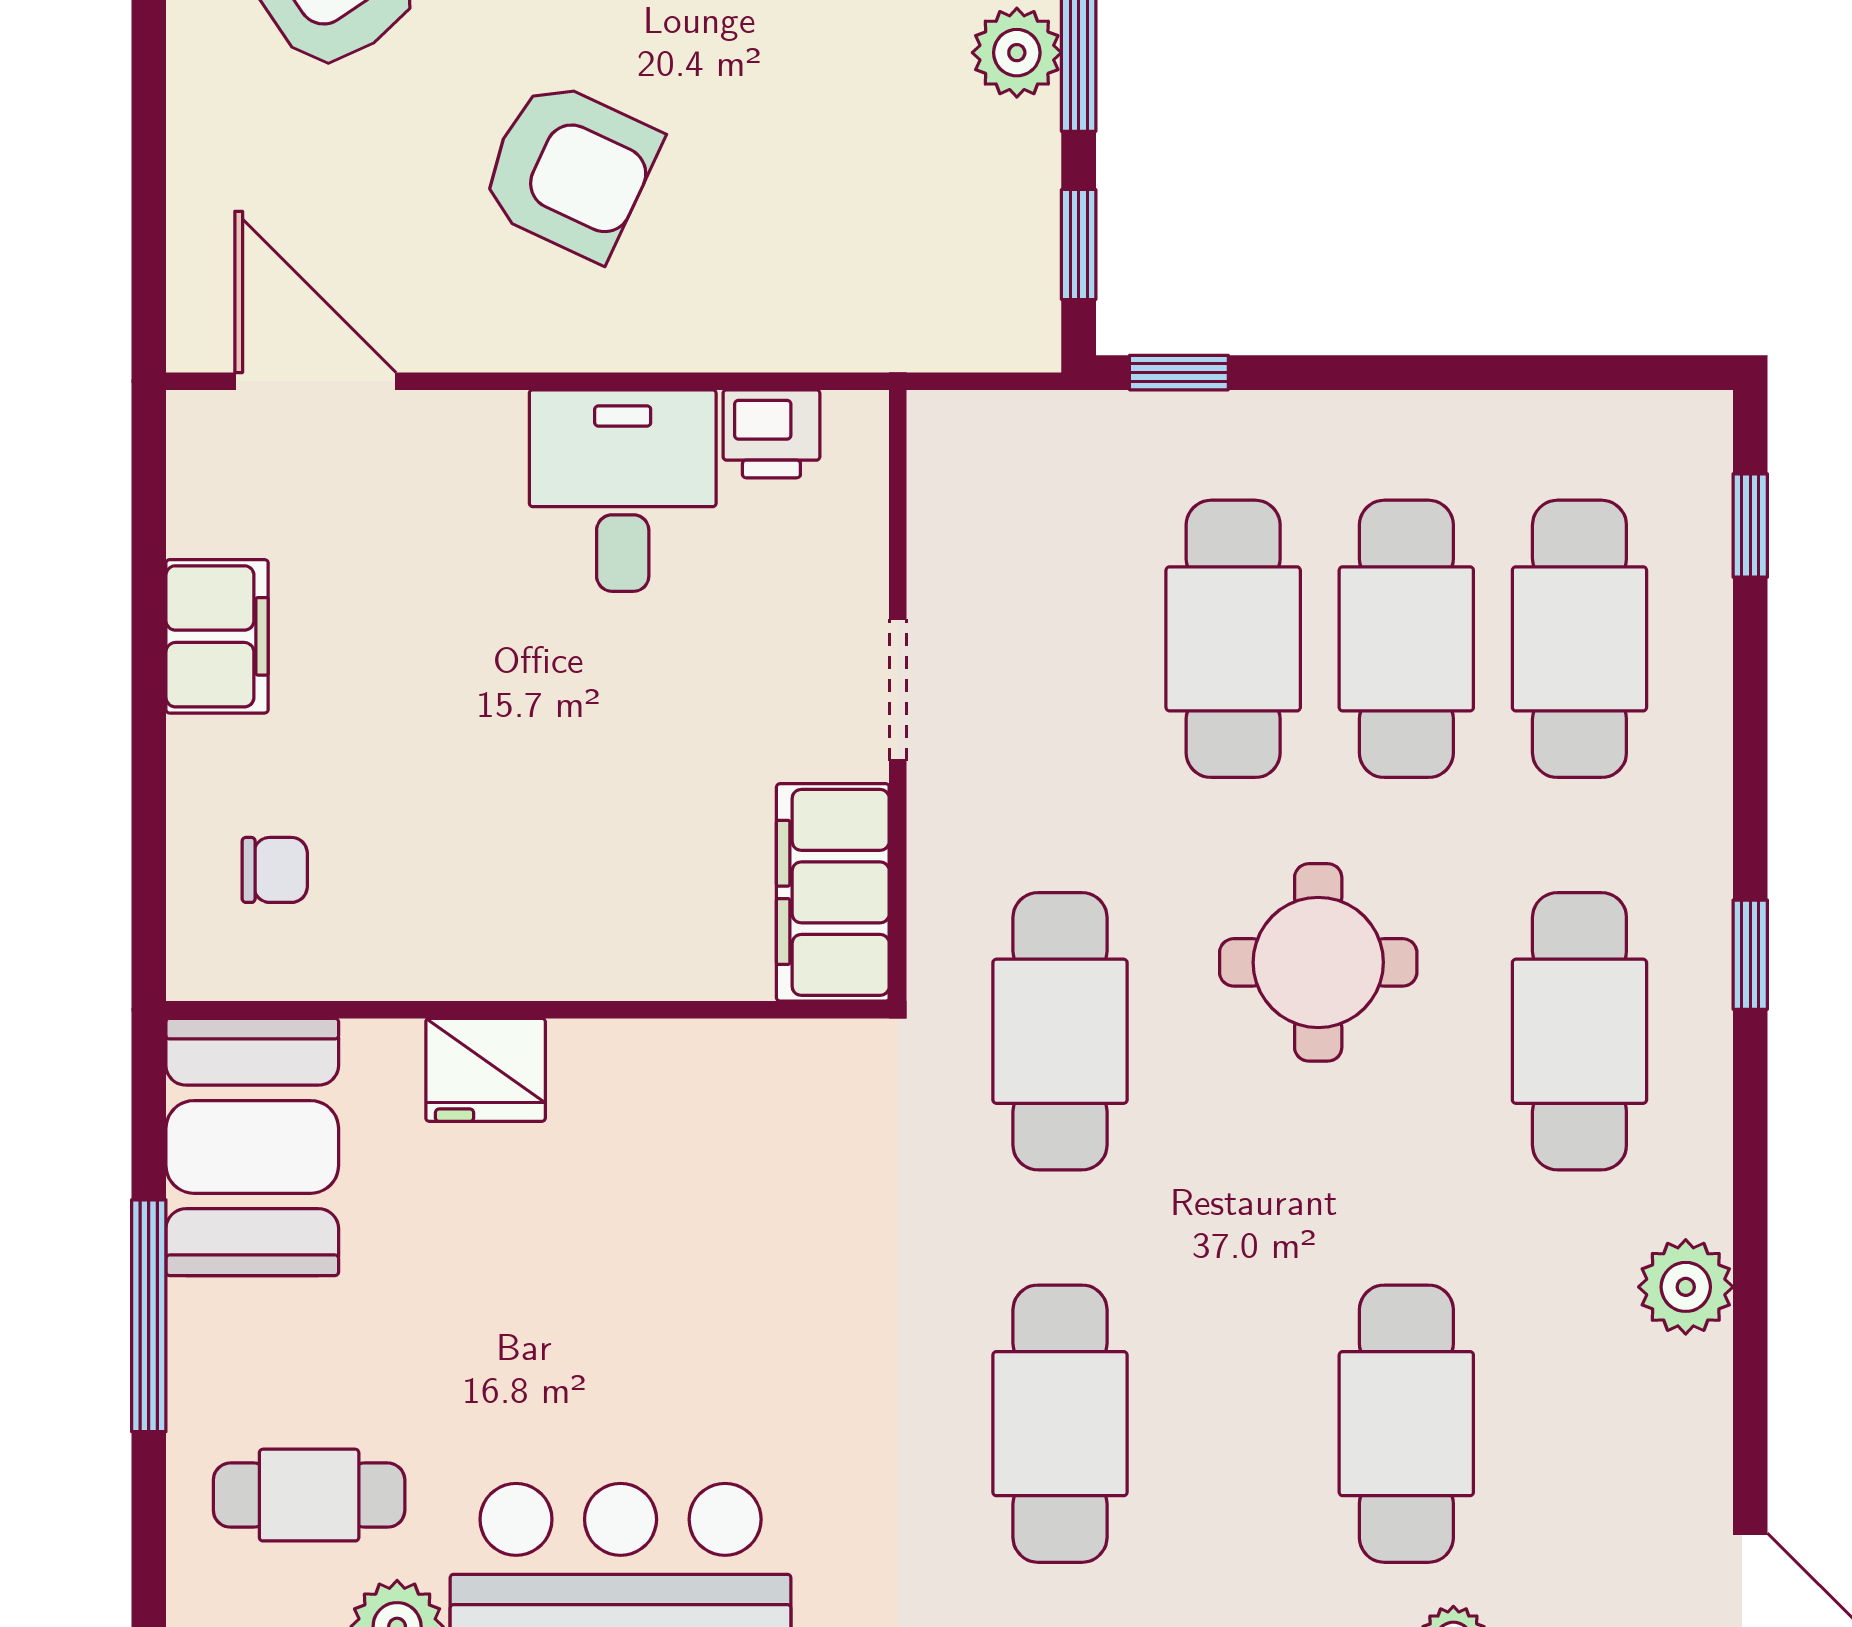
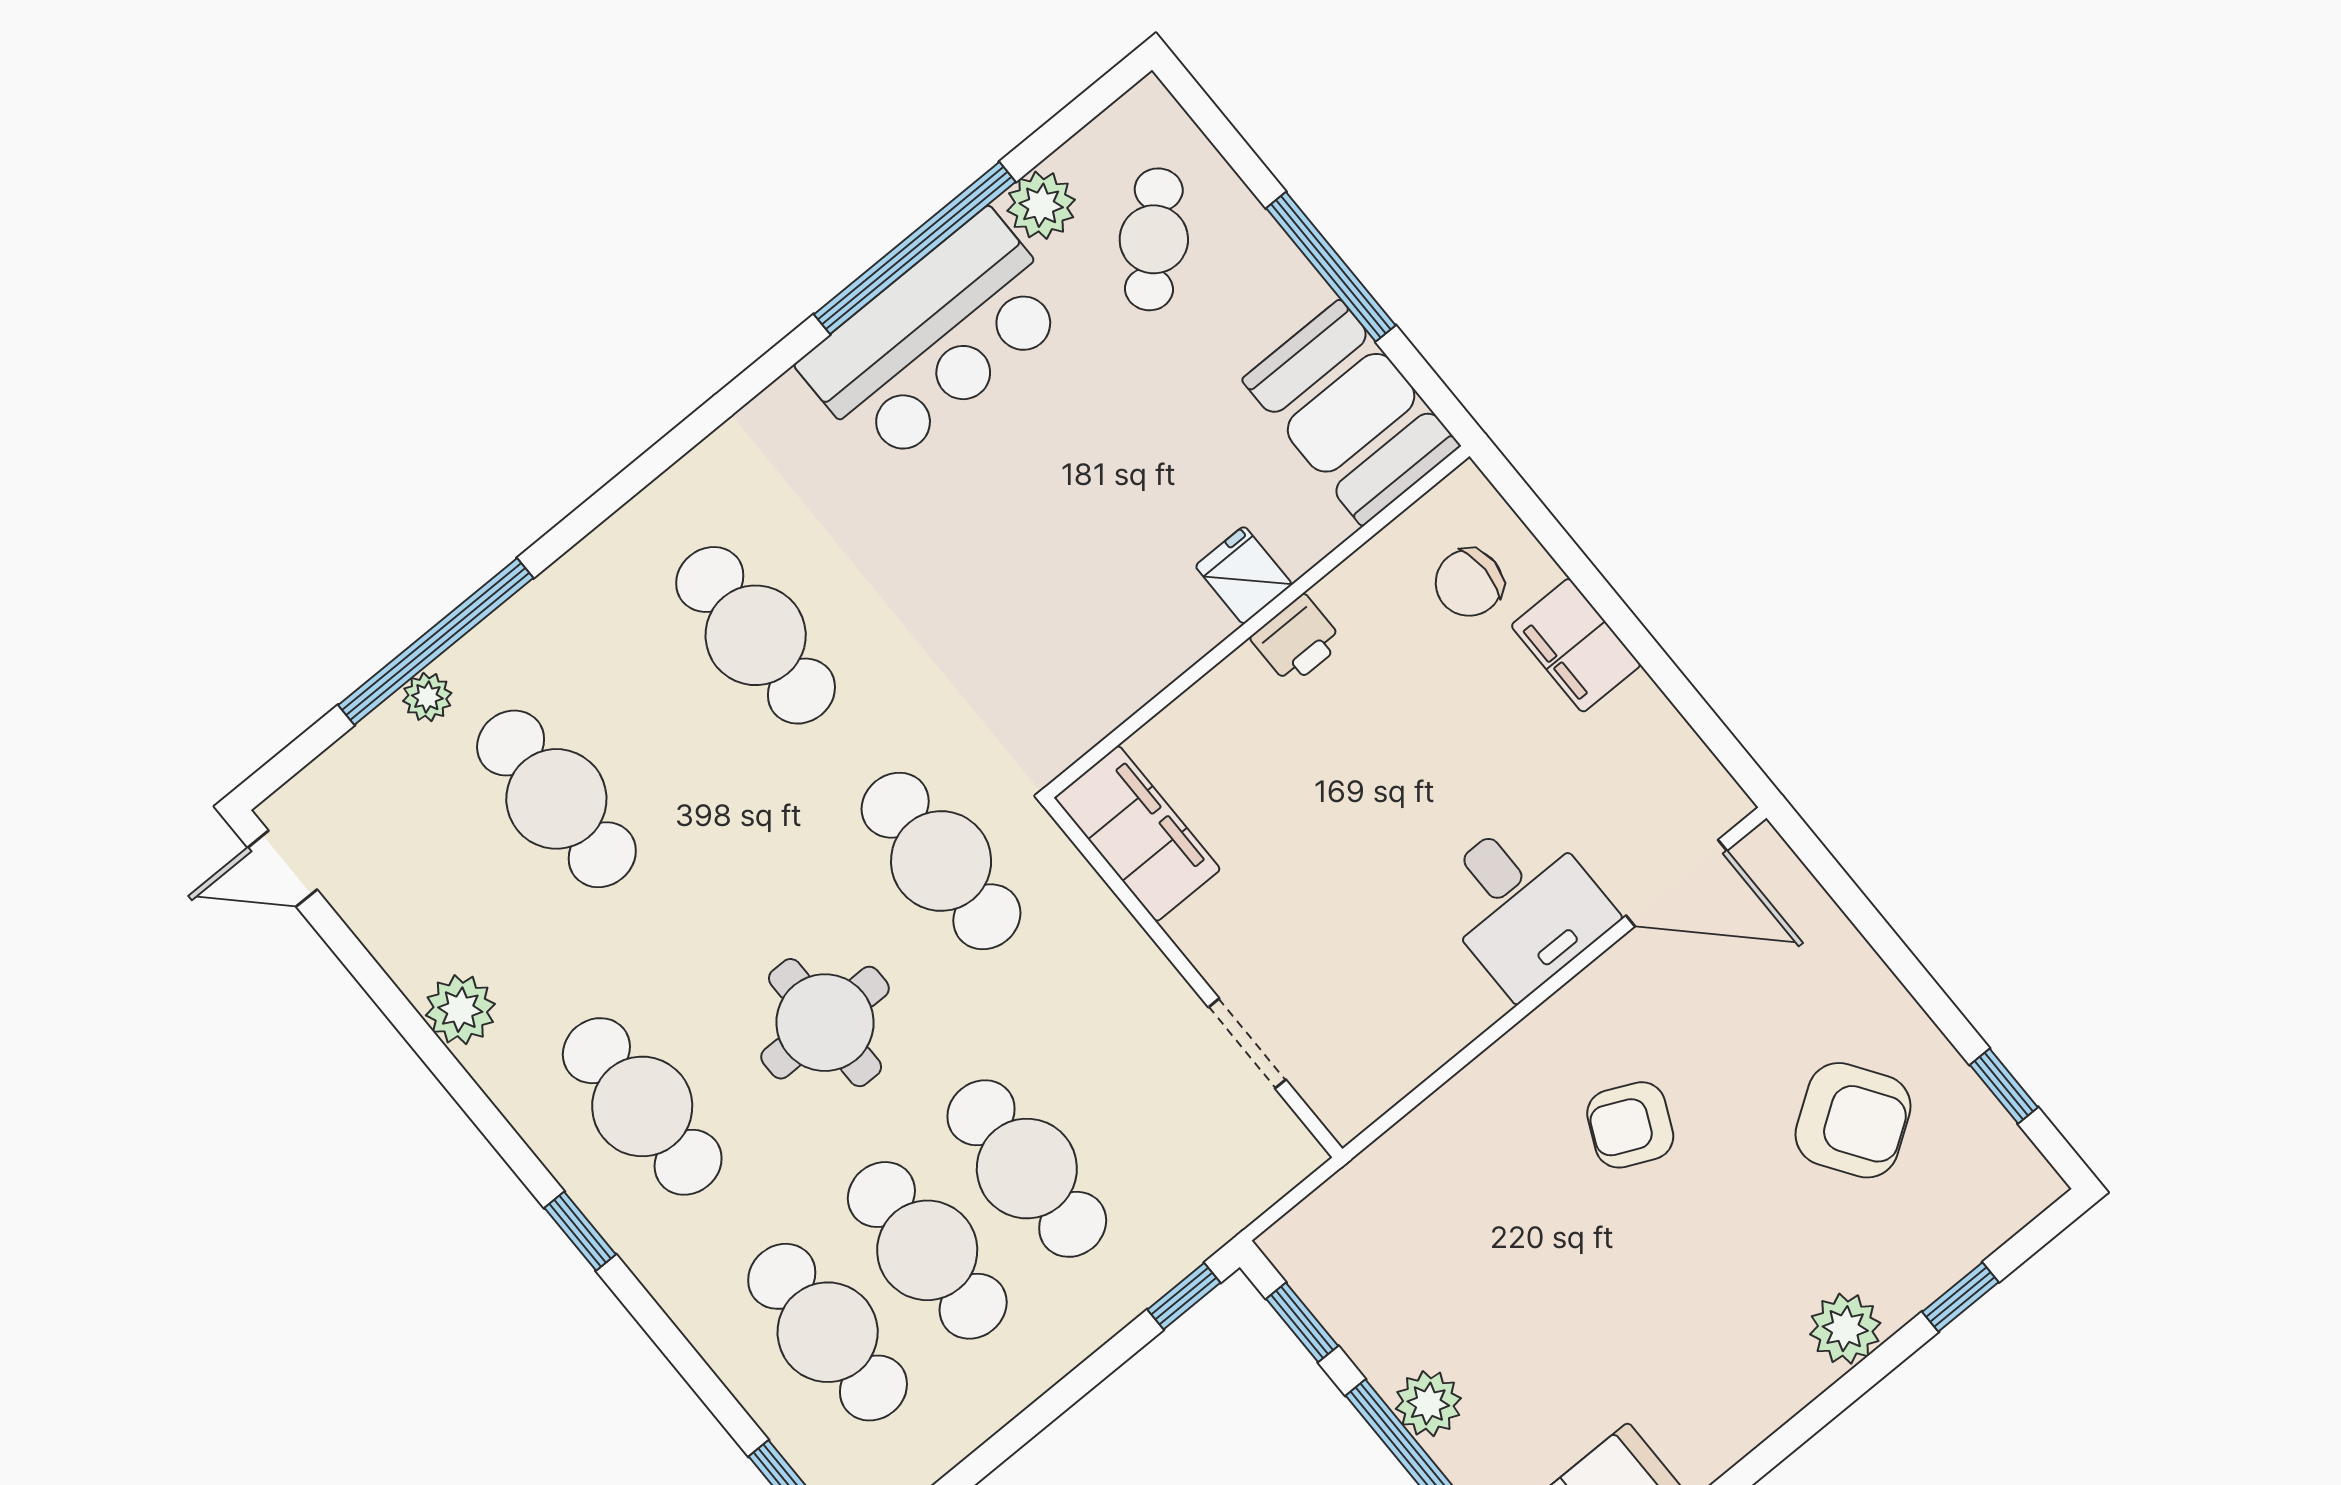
armchair: (570, 170) -> (1630, 1125), width x0.72, depth x0.72
printer: (771, 434) -> (1297, 640), moved, turned 180
desk: (623, 491) -> (1522, 904), moved
filing cabinet: (217, 636) -> (1576, 645), moved
doorway: (898, 690) -> (1247, 1043), moved
chair: (275, 870) -> (1469, 583), width x1.37, depth x1.37
fridge: (486, 1070) -> (1244, 575), width x0.72
cafe table: (309, 1495) -> (1154, 239), turned -45

